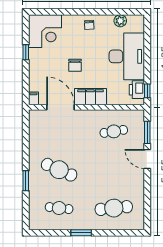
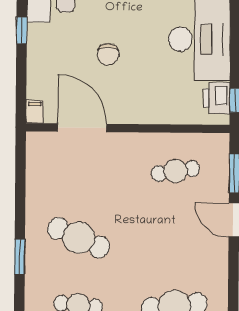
filing cabinet: (90, 97) -> (135, 110), removed

